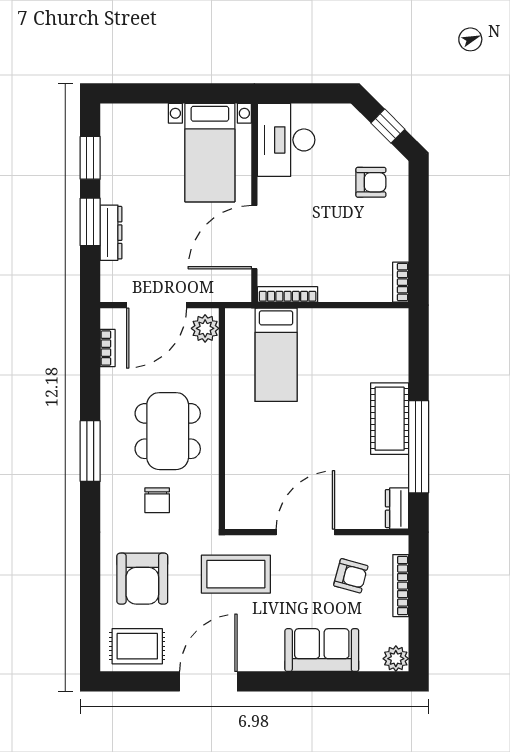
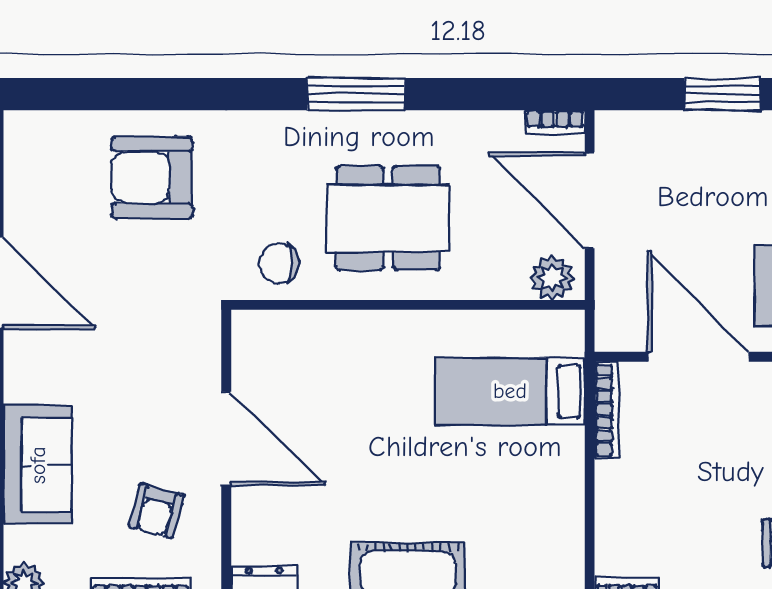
dresser: (111, 233) -> (705, 127), removed
bookcase: (108, 348) -> (555, 122), moved
chair: (157, 500) -> (279, 263), moved
coffee table: (236, 574) -> (159, 327), removed
rug: (137, 646) -> (44, 169), removed

